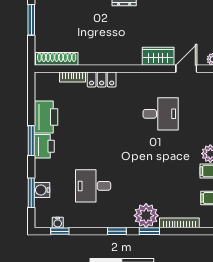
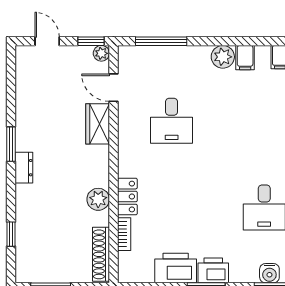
plant: (99, 57) -> (98, 199), added
desk: (161, 114) -> (172, 121), turned 180

